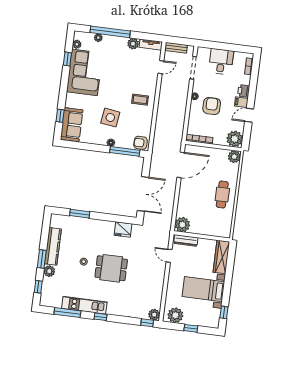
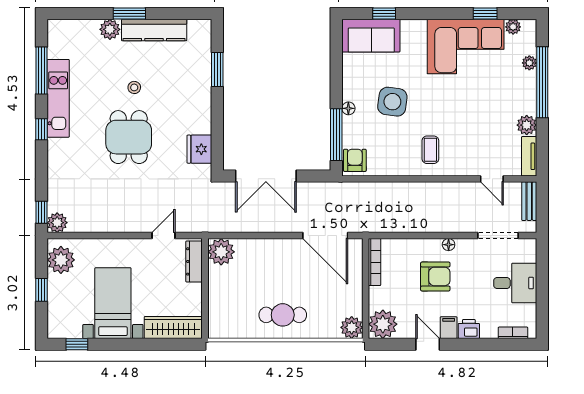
window: (38, 287) -> (80, 14), removed

